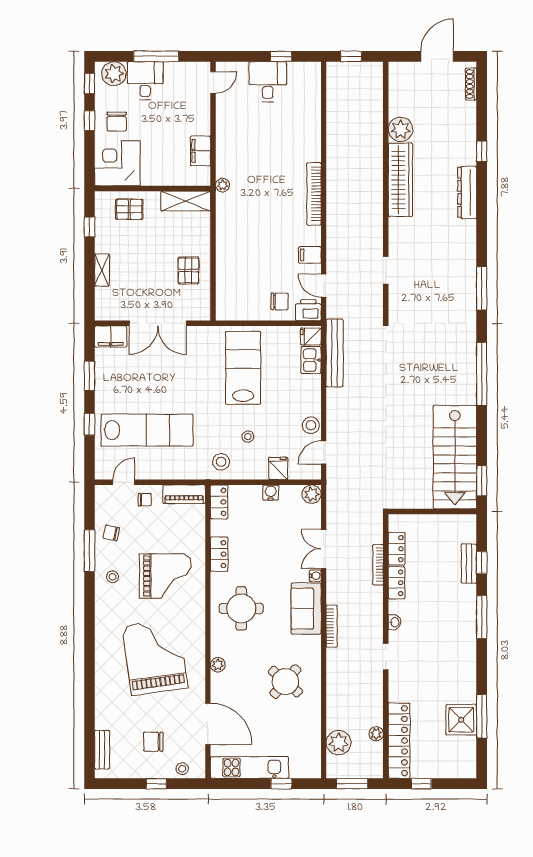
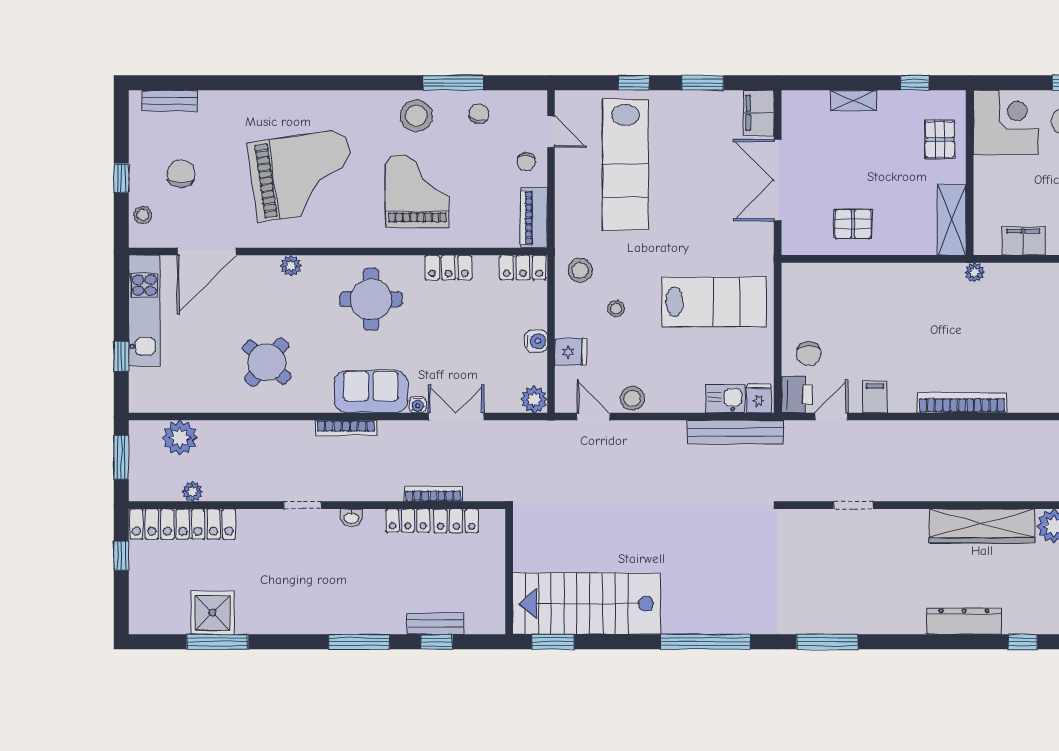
grand piano: (165, 576) -> (417, 191), turned 180
stool: (113, 577) -> (416, 116), width x1.89, depth x1.89

